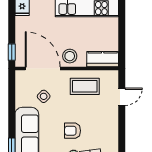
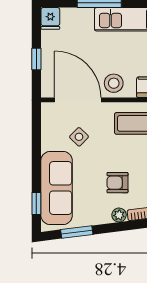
window: (12, 52) -> (36, 59), moved

